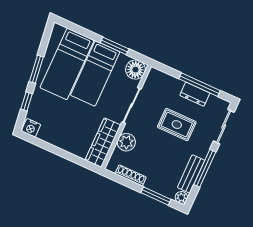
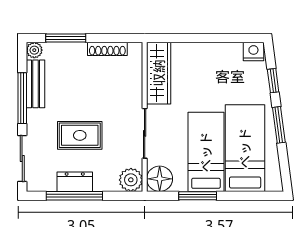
plant: (126, 142) -> (131, 180), moved

